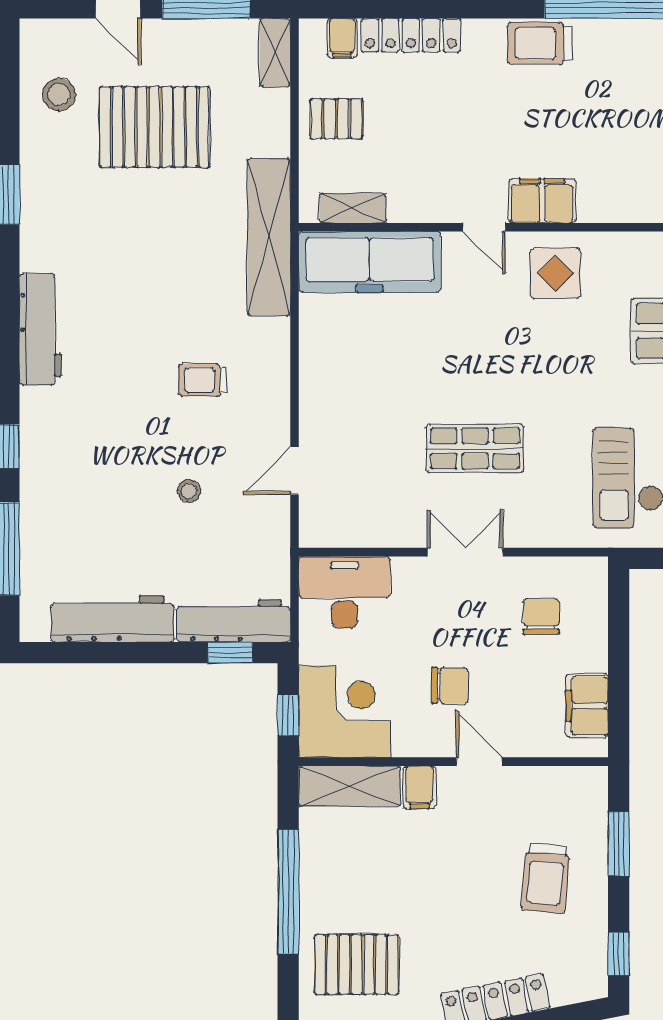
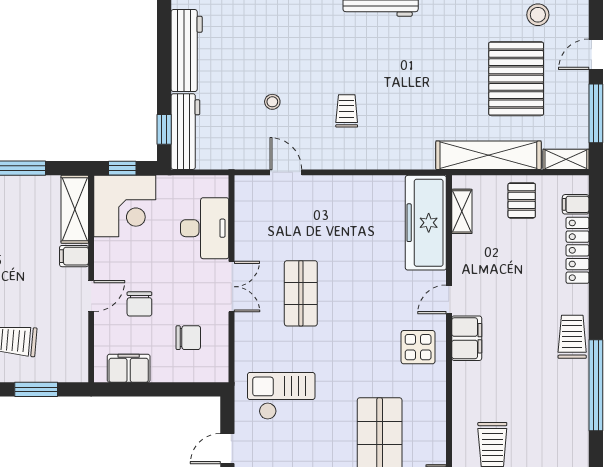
shelving: (269, 237) -> (488, 155), moved
desk: (344, 592) -> (205, 228), moved
chair: (450, 685) -> (139, 304), moved

